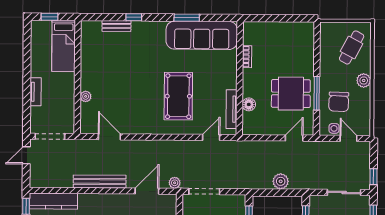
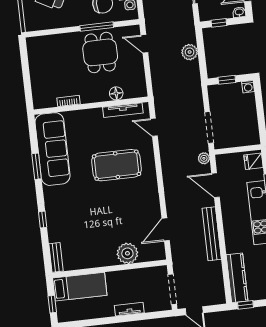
bench: (116, 26) -> (56, 257), moved
plant: (86, 96) -> (127, 253), width x1.87, depth x1.87

